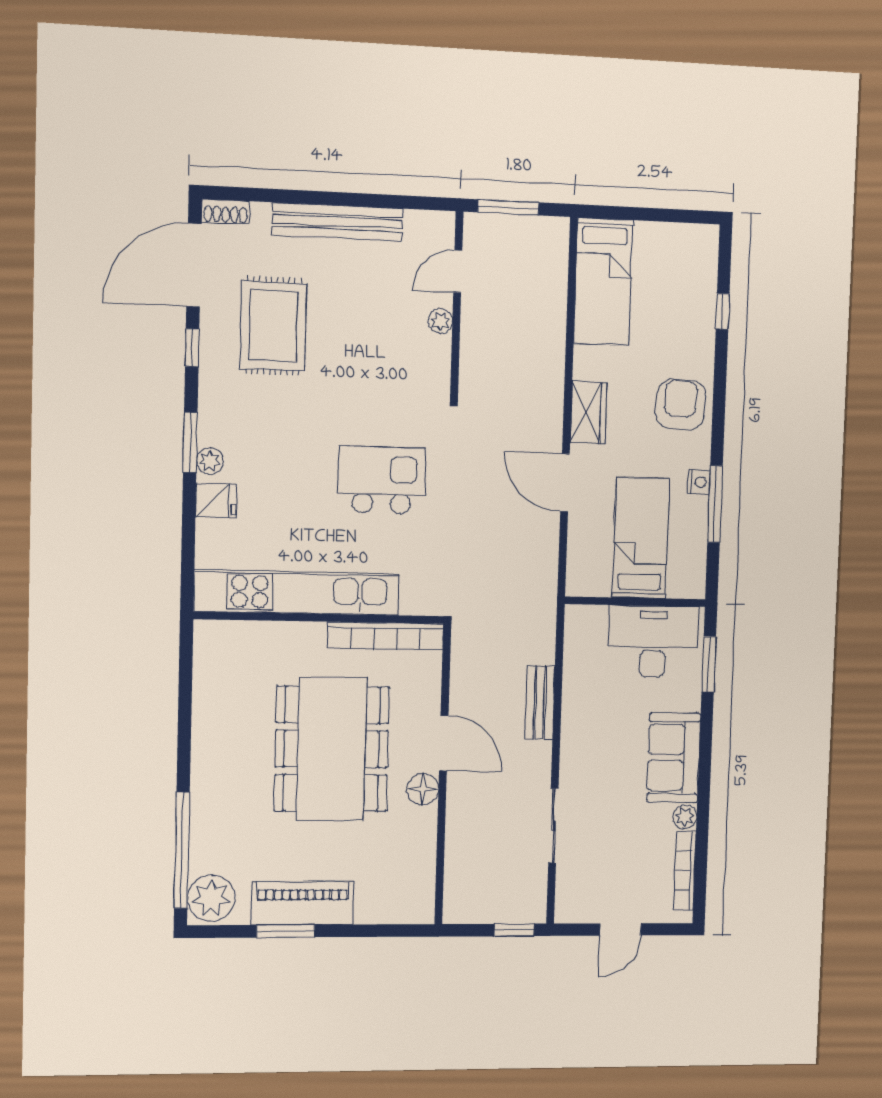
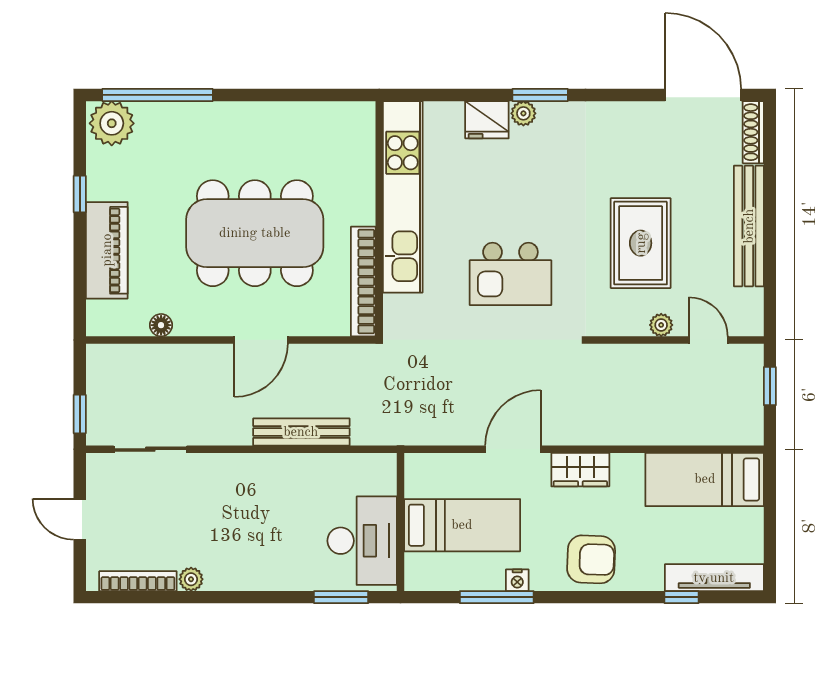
window: (508, 207) -> (770, 386), width x0.67
shoe rack: (226, 212) -> (753, 132), width x1.43
tv unit: (704, 276) -> (714, 578), added
rug: (273, 326) -> (641, 243), moved, turned 90
window: (192, 348) -> (628, 95), removed
kitchen island: (382, 480) -> (510, 274), turned 90
fridge: (216, 501) -> (487, 120), width x1.38
bench: (540, 703) -> (301, 432), width x1.36
sofa: (674, 758) -> (249, 566), removed
floor lamp: (423, 789) -> (161, 325), moved, width x0.73, depth x0.73
sliding door: (553, 826) -> (150, 449), moved
piano: (302, 903) -> (107, 250), moved
window: (286, 931) -> (80, 194), width x0.67

